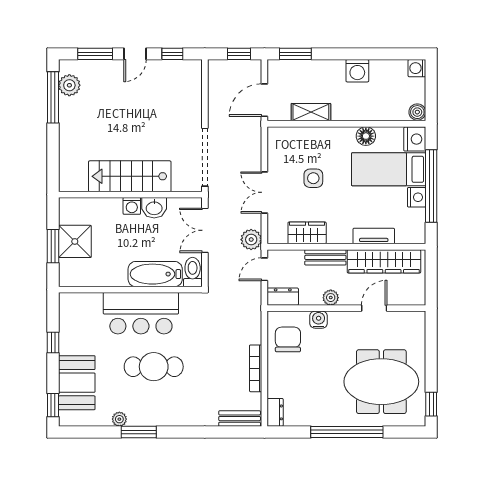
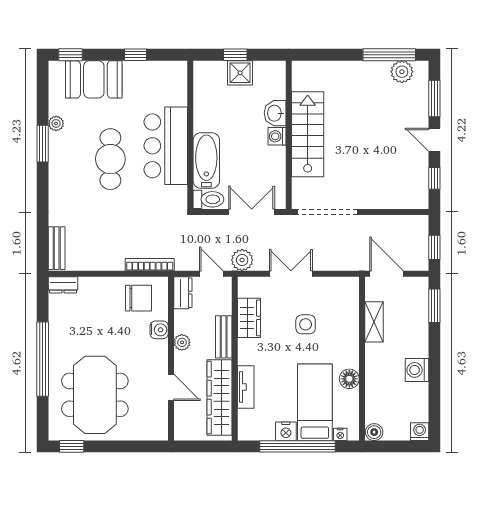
nightstand: (415, 139) -> (340, 434), width x0.53, depth x0.56
washbasin: (154, 208) -> (275, 113), moved
shower: (75, 241) -> (240, 73), width x0.73, depth x0.73
window: (53, 246) -> (235, 55), width x0.67
bookcase: (256, 368) -> (150, 265), moved

